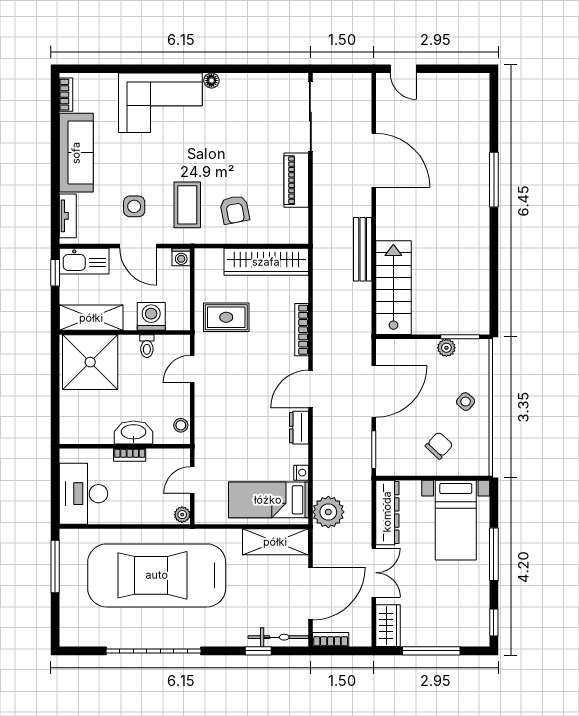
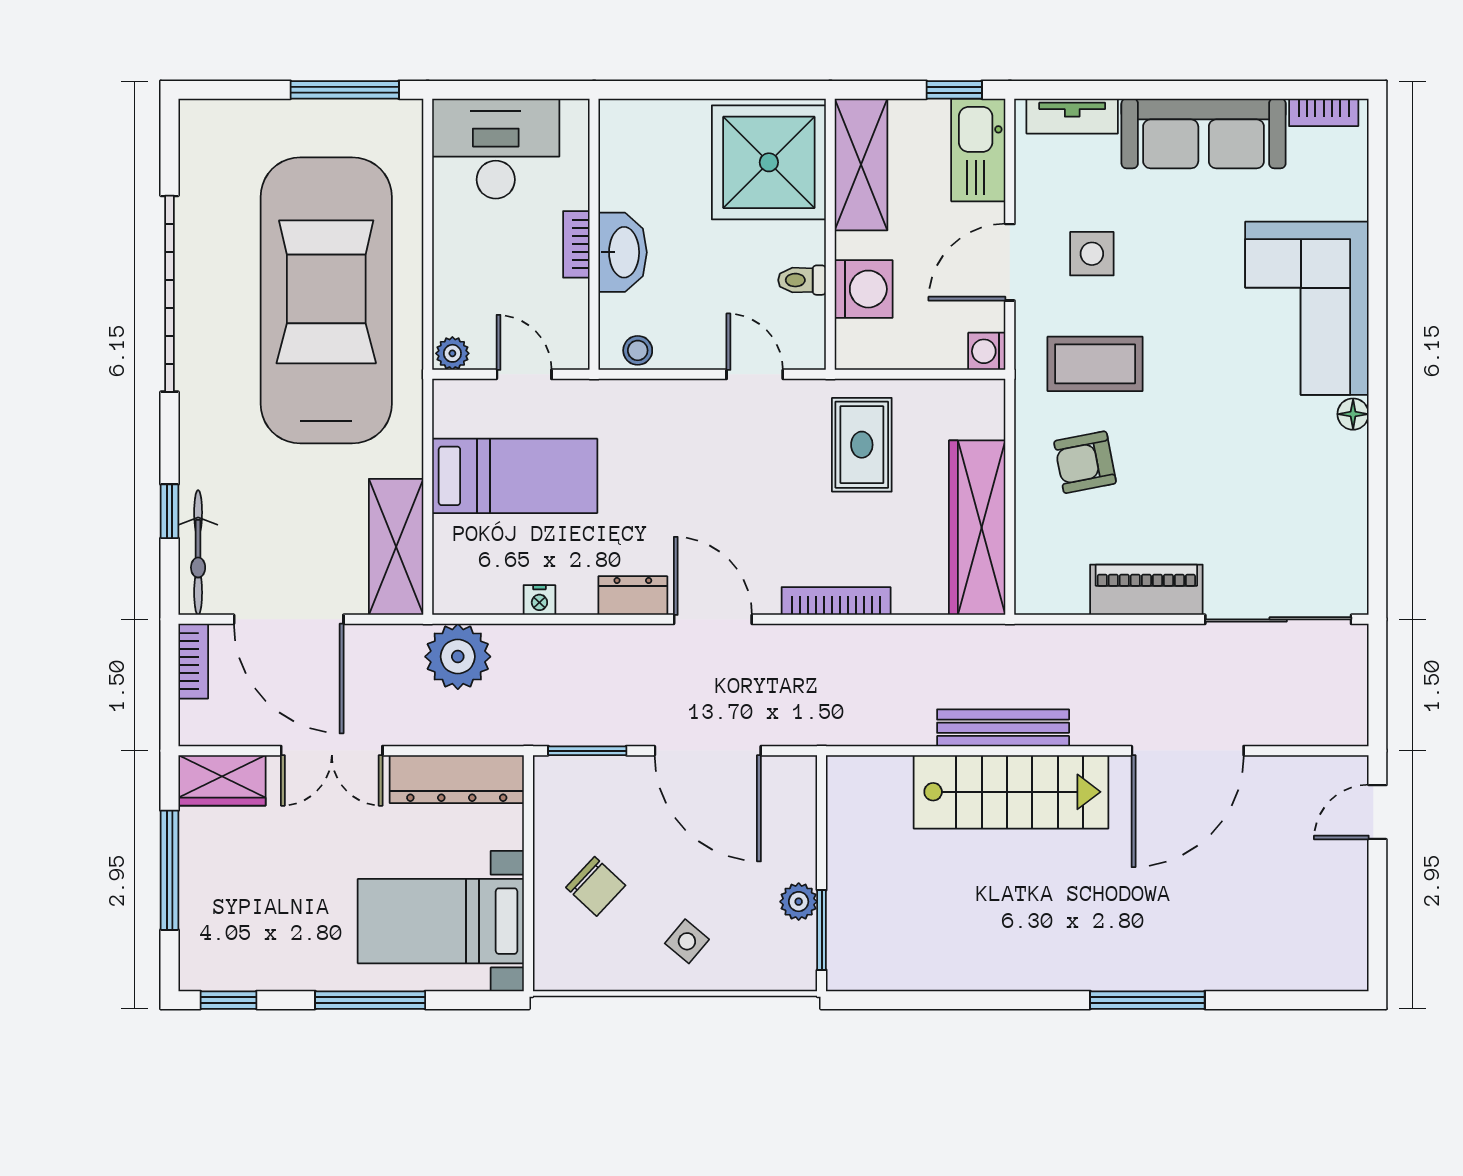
stairs: (393, 288) -> (1011, 792), moved
bed: (268, 500) -> (515, 476), moved, turned 90

